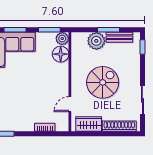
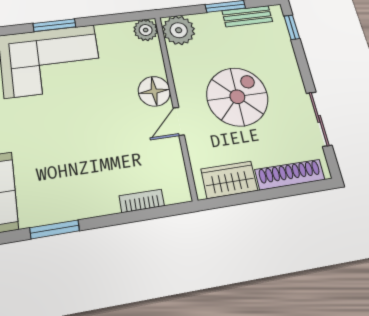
window: (49, 30) -> (119, 18), removed
plant: (96, 41) -> (179, 30), moved
floor lamp: (61, 54) -> (154, 91), moved
door: (70, 104) -> (179, 121), moved

